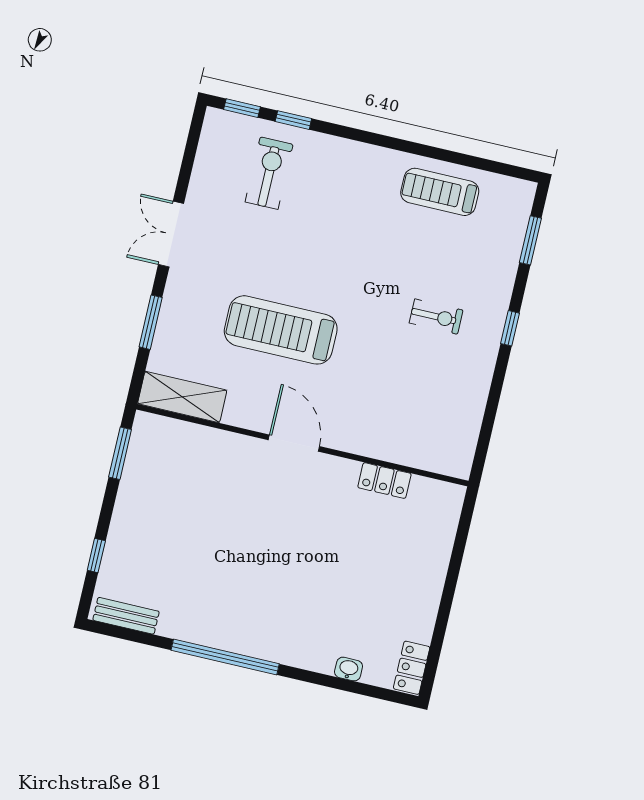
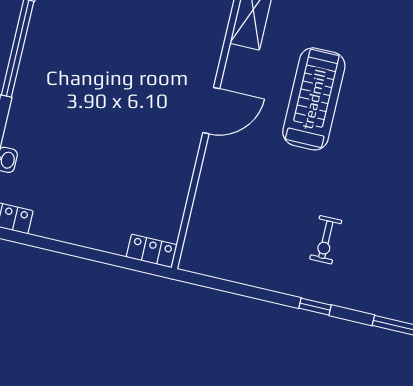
locker: (384, 481) -> (152, 251), moved, turned 90

